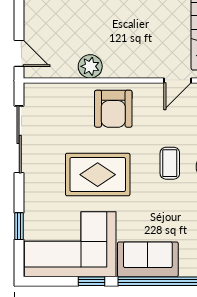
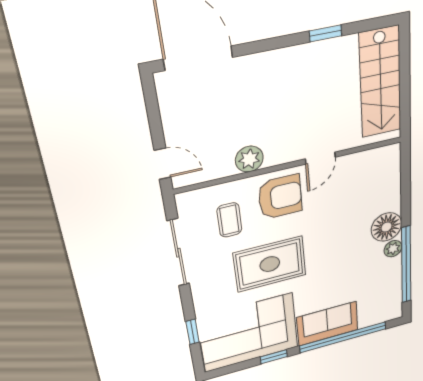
door: (178, 80) -> (320, 158), moved
armchair: (113, 109) -> (280, 197), turned -90
coffee table: (170, 163) -> (229, 220), moved

